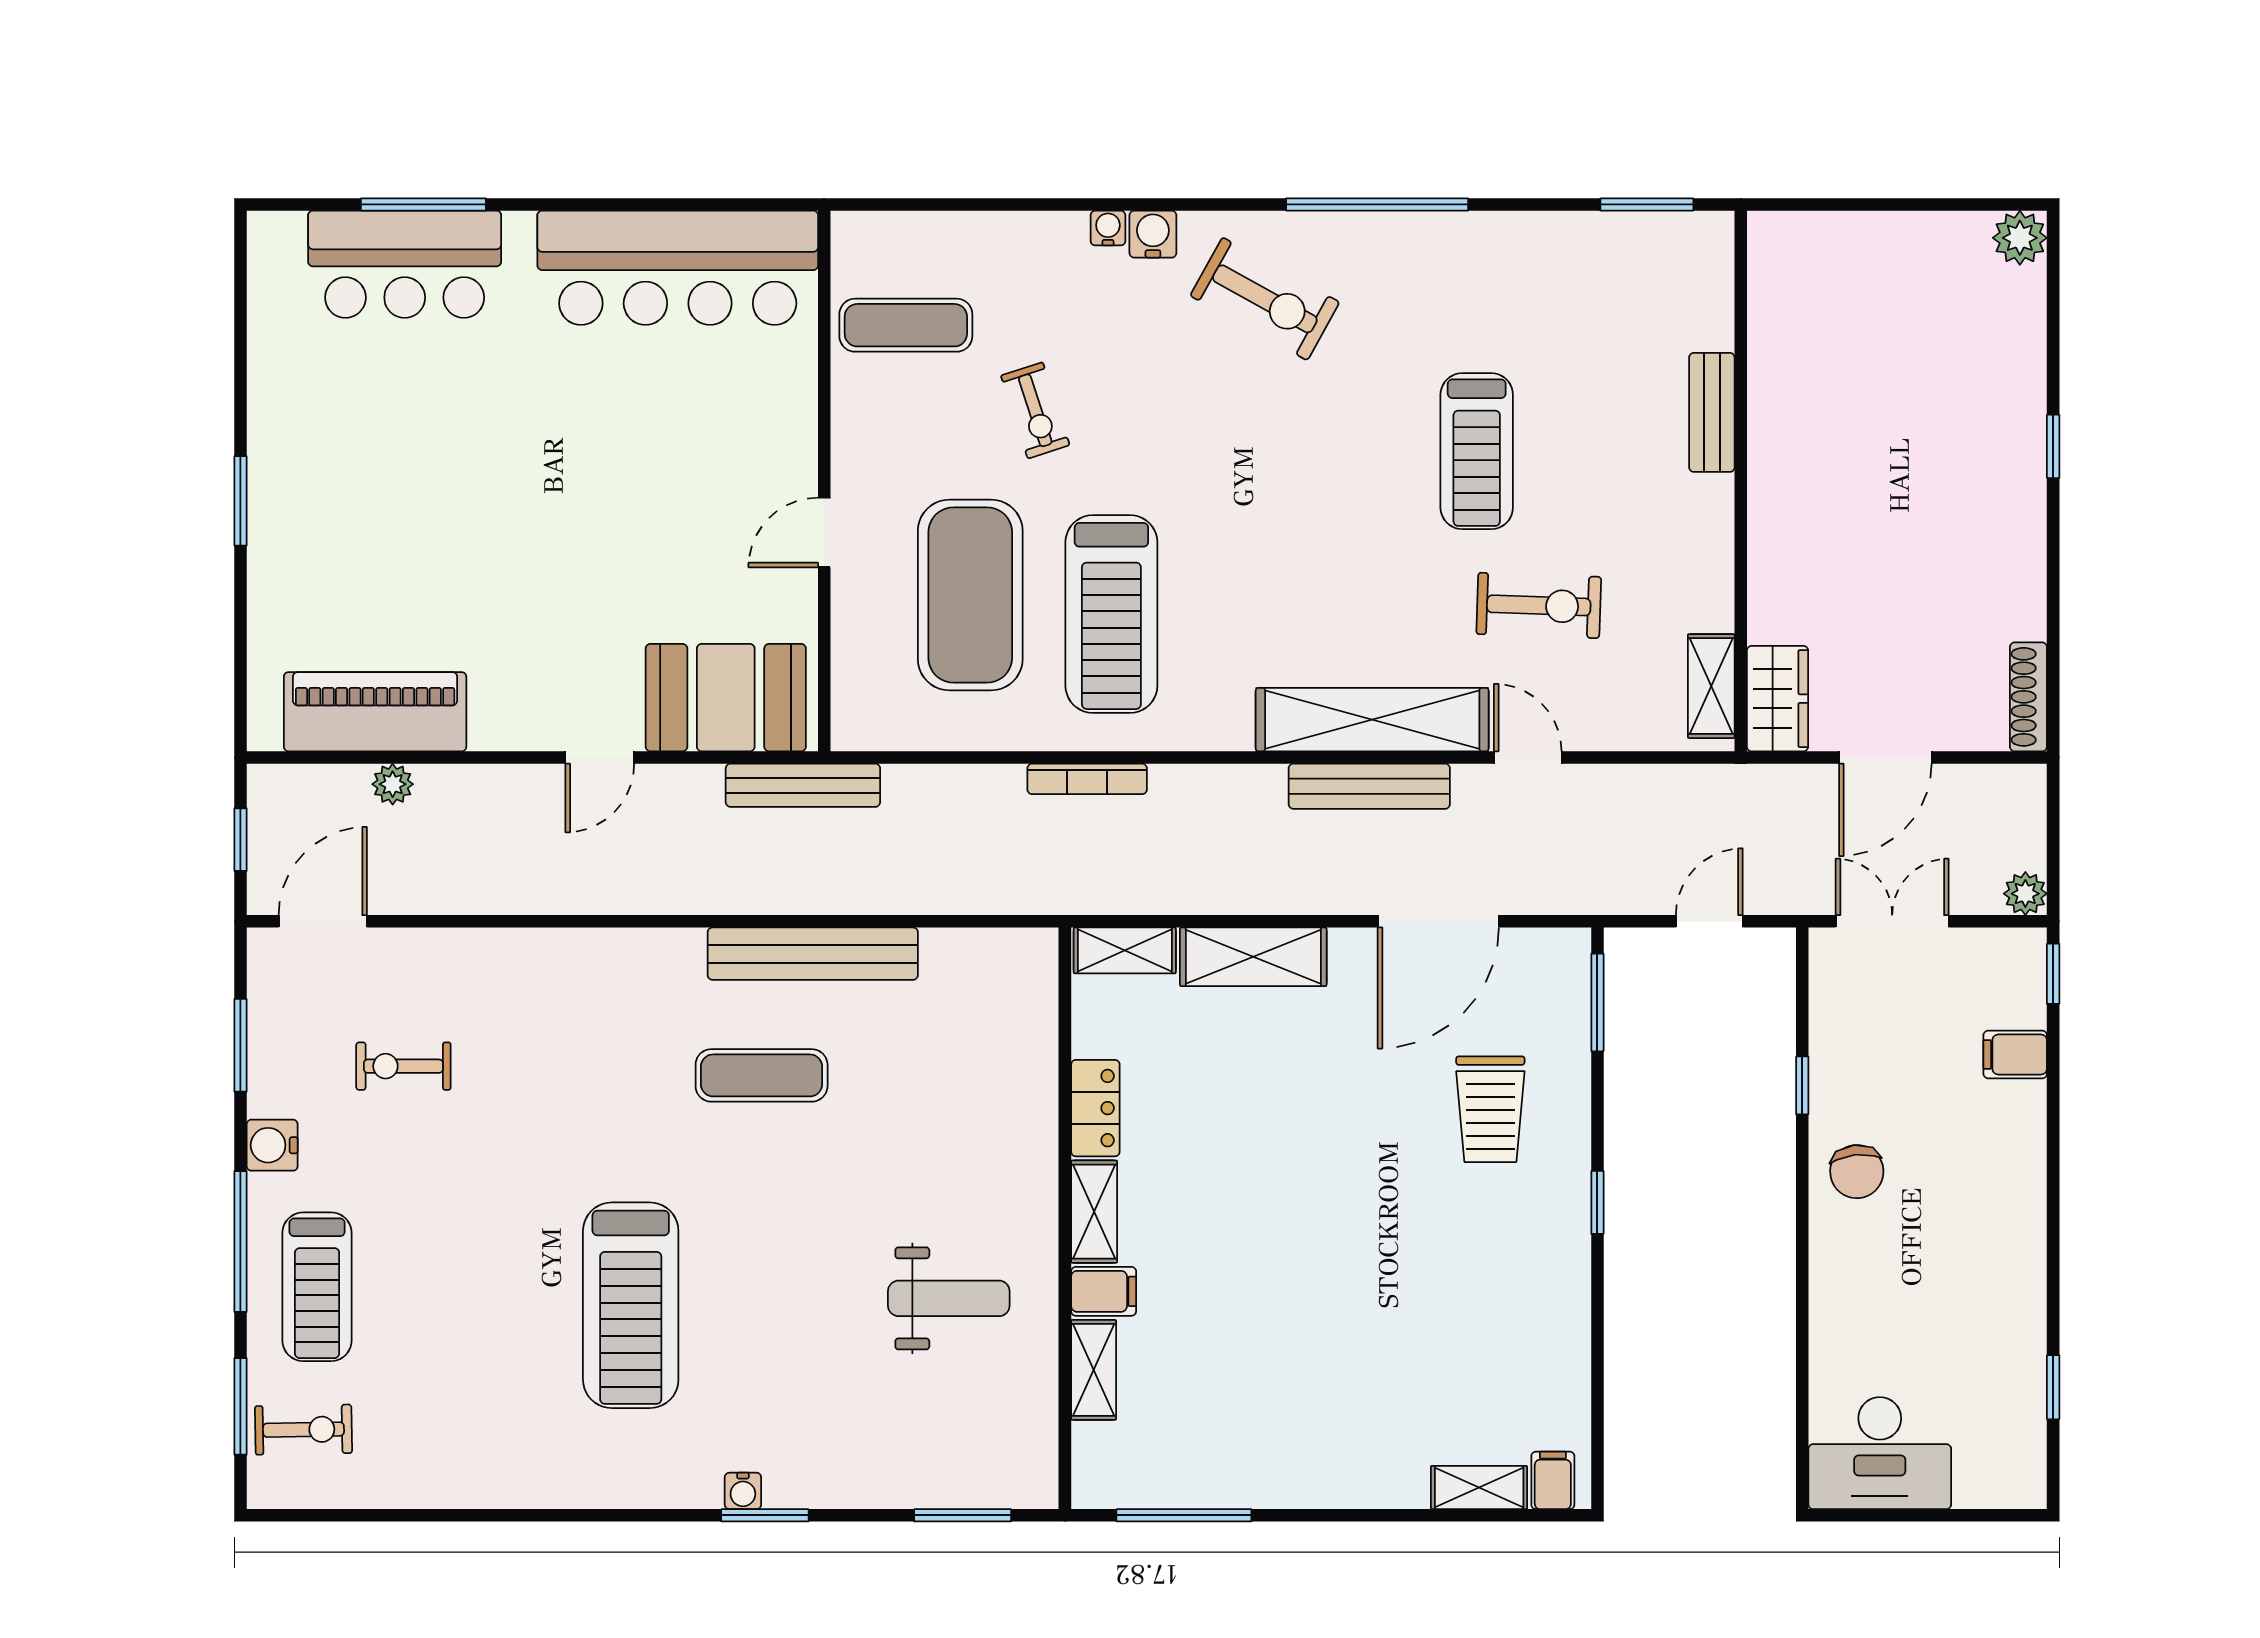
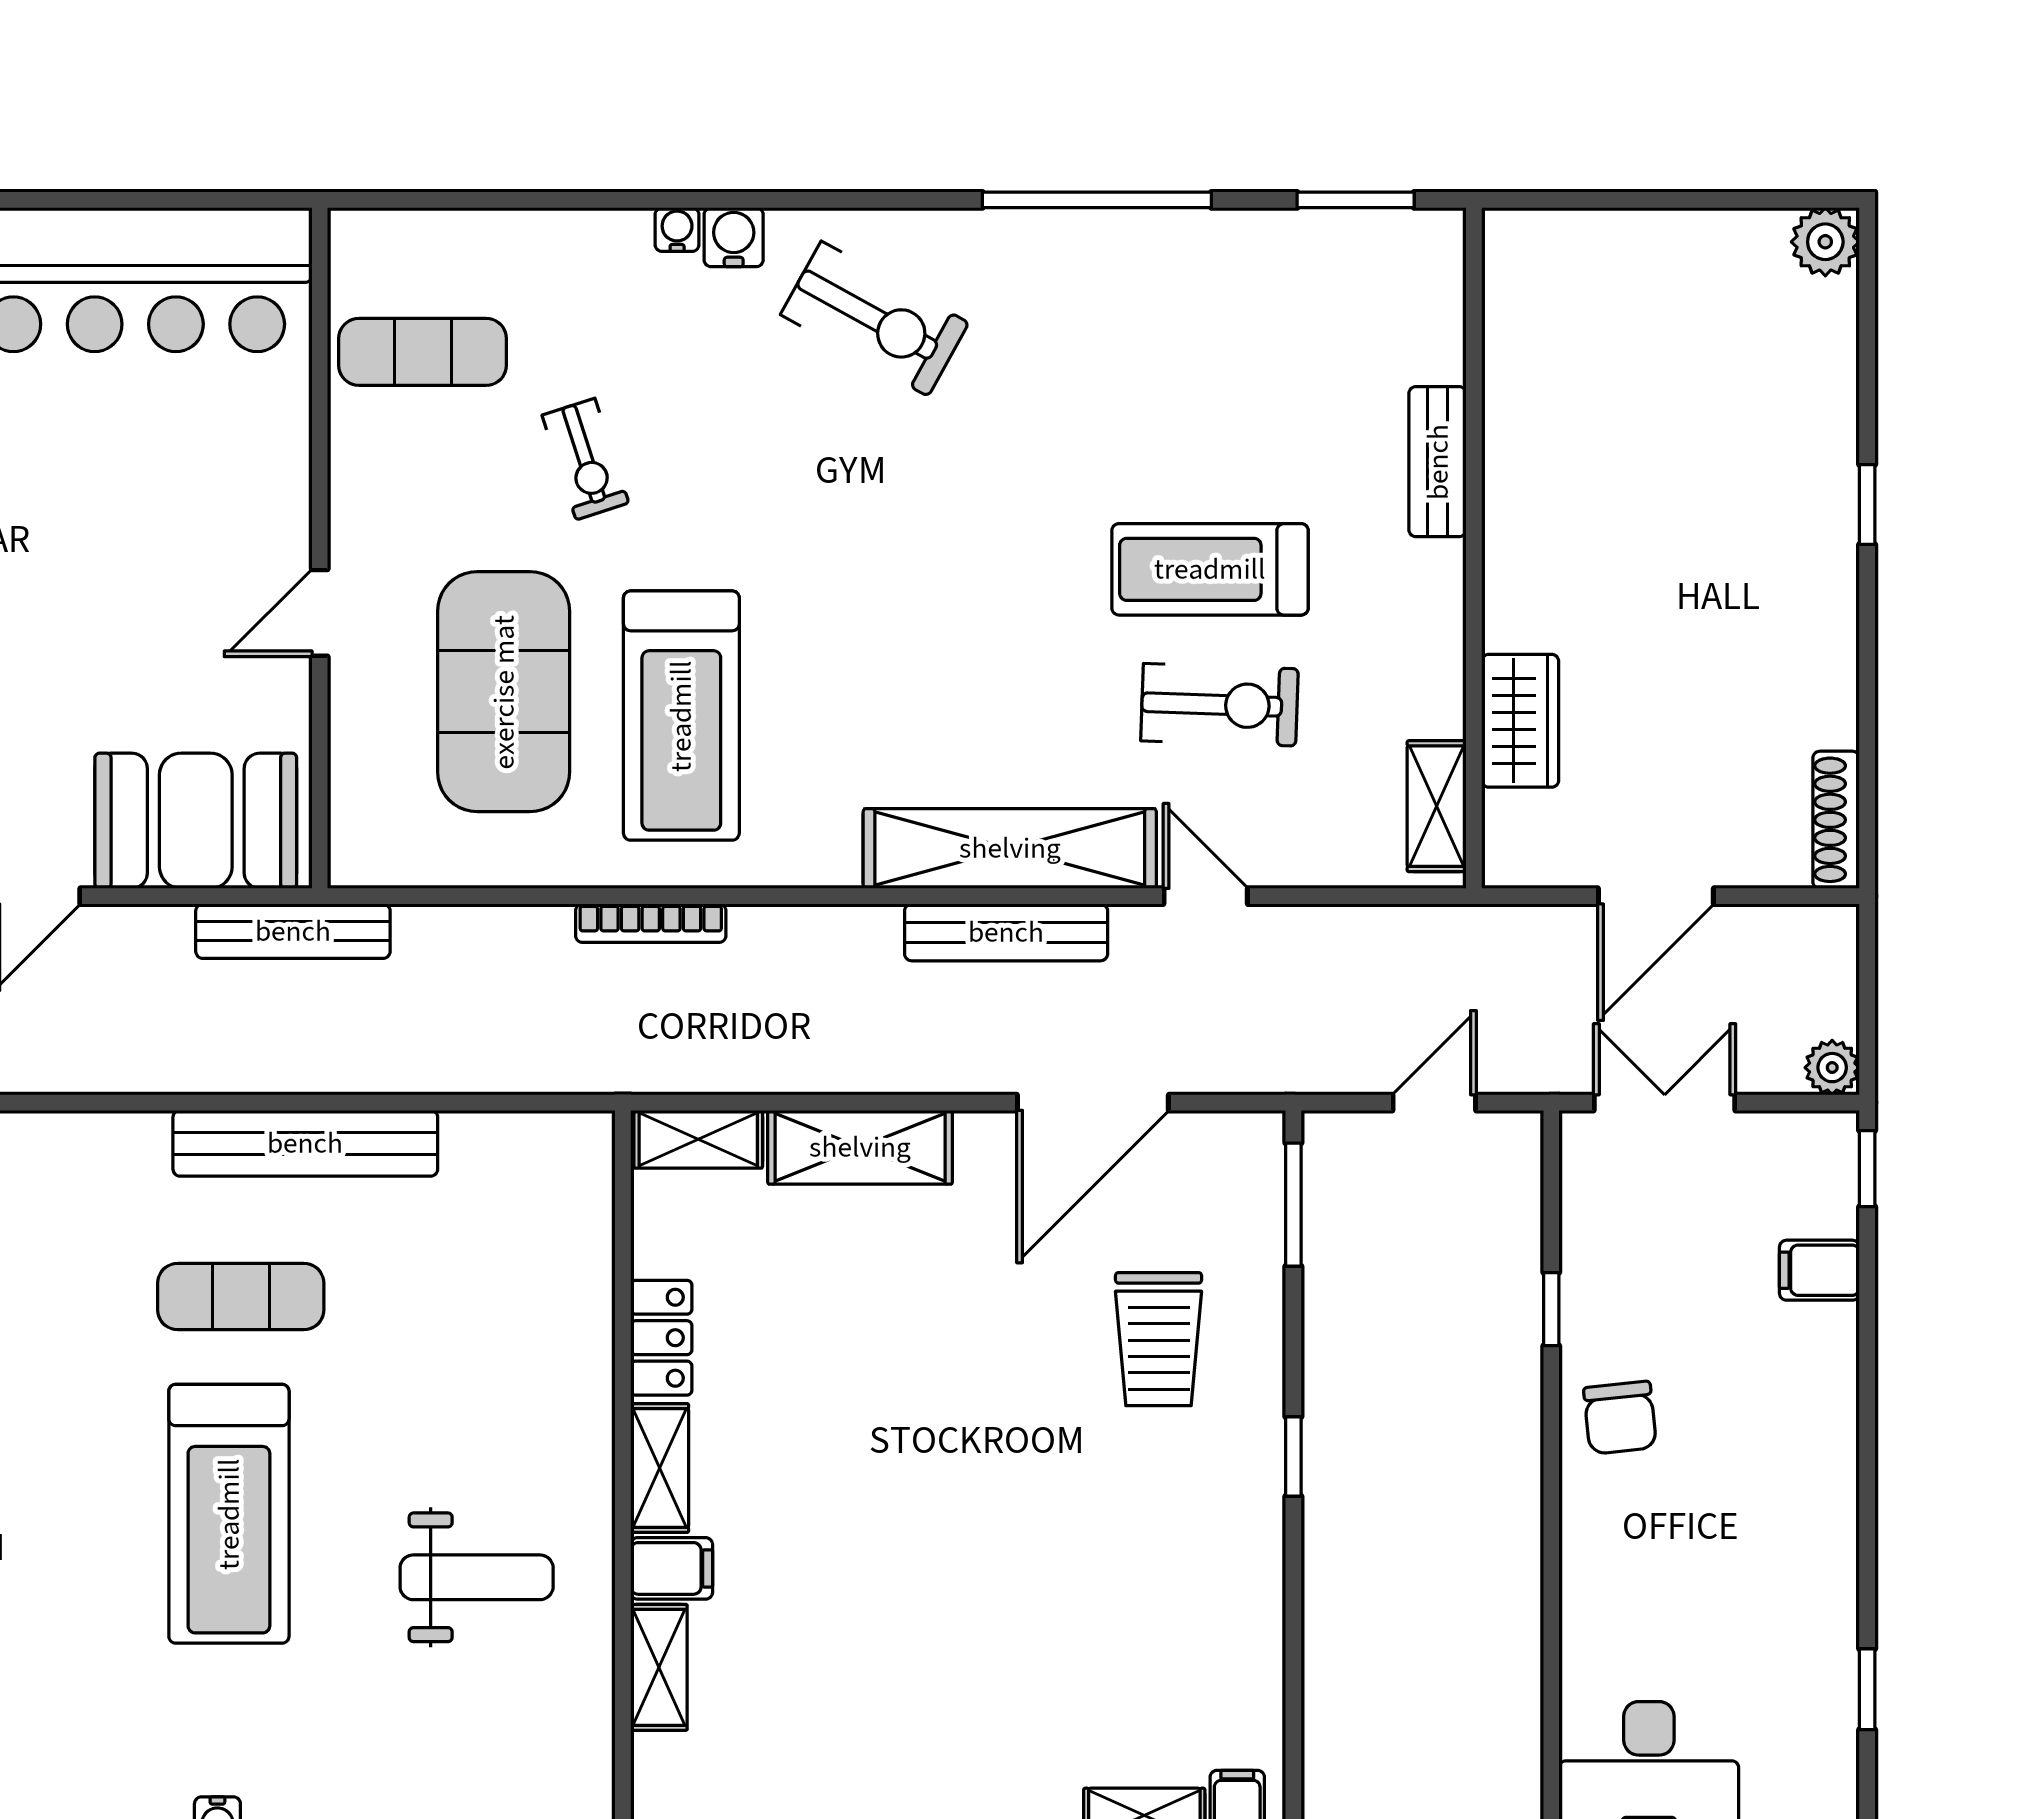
window: (1377, 204) -> (1097, 200), moved
treadmill: (1477, 451) -> (1210, 569), moved, turned 90
wardrobe: (1778, 699) -> (1520, 721), moved
treadmill: (631, 1305) -> (229, 1514), moved

